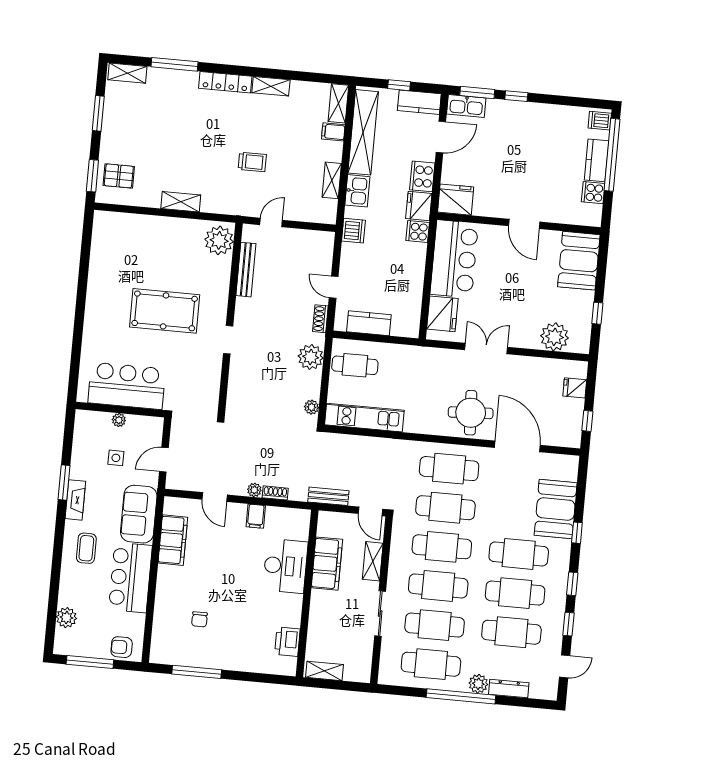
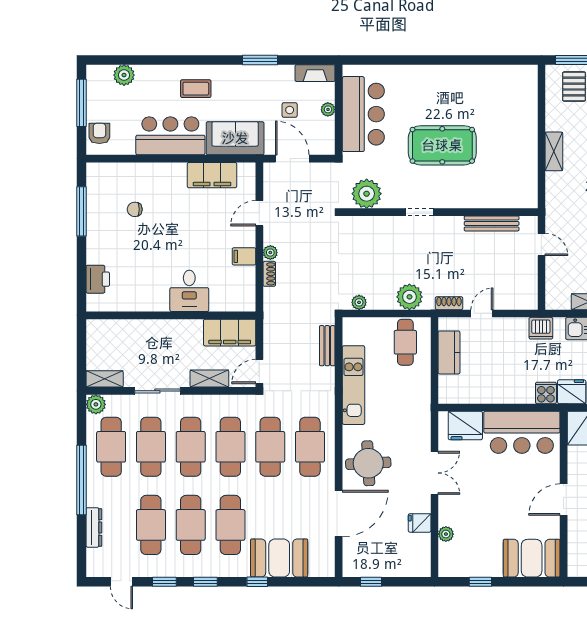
plant: (219, 240) -> (367, 194), moved
pool table: (165, 311) -> (442, 145), turned 90
plant: (555, 337) -> (446, 534), width x0.53, depth x0.53
fridge: (575, 388) -> (420, 523), moved, turned -90
kitchen unit: (364, 418) -> (353, 385), moved
door: (164, 460) -> (292, 159), width x1.38
bench: (328, 496) -> (327, 346), moved
fireplace: (75, 500) -> (315, 73), moved
filing cabinet: (327, 564) -> (230, 333), moved
desk: (285, 566) -> (189, 291), width x0.73
printer: (287, 642) -> (98, 279), moved, turned 90
shelving: (324, 671) -> (105, 379), moved, turned 90
plant: (478, 684) -> (96, 404), moved

